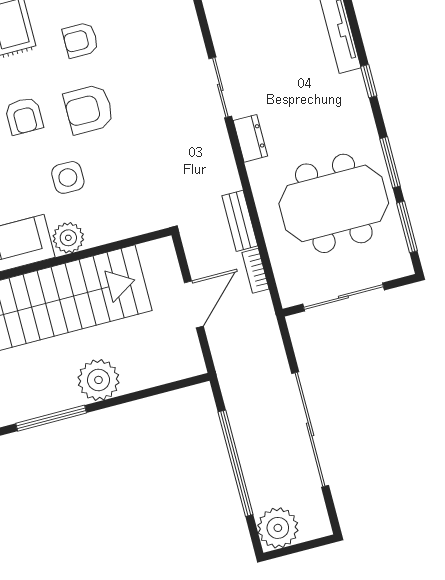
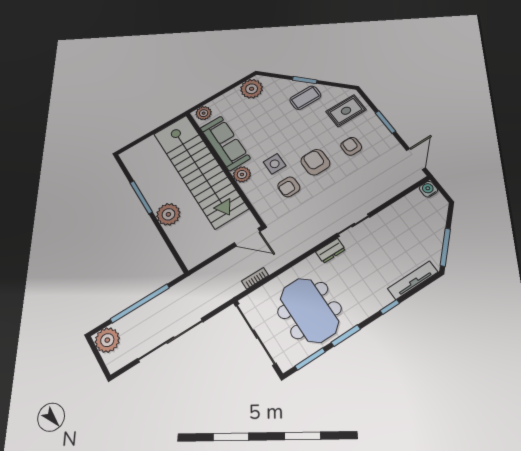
armchair: (24, 116) -> (289, 187), moved
bench: (240, 221) -> (281, 260), removed
sliding door: (343, 297) -> (255, 334), width x1.36
door: (194, 304) -> (247, 237), moved

